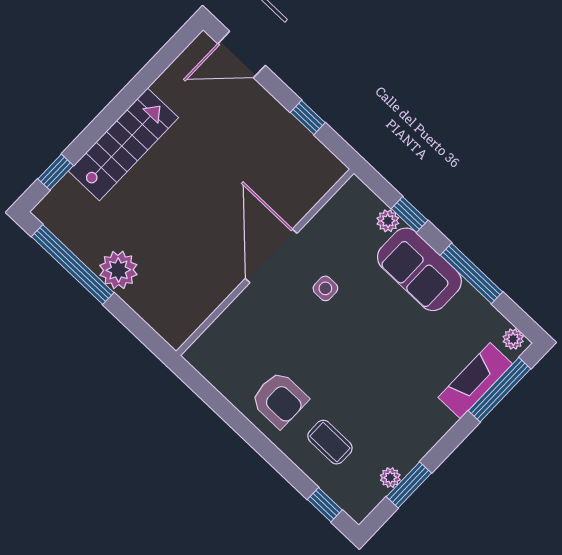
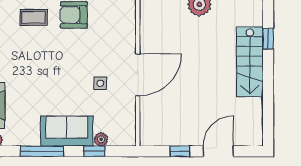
door: (242, 55) -> (218, 151), moved
window: (56, 172) -> (268, 39), moved
door: (271, 256) -> (138, 75), hinge flipped

